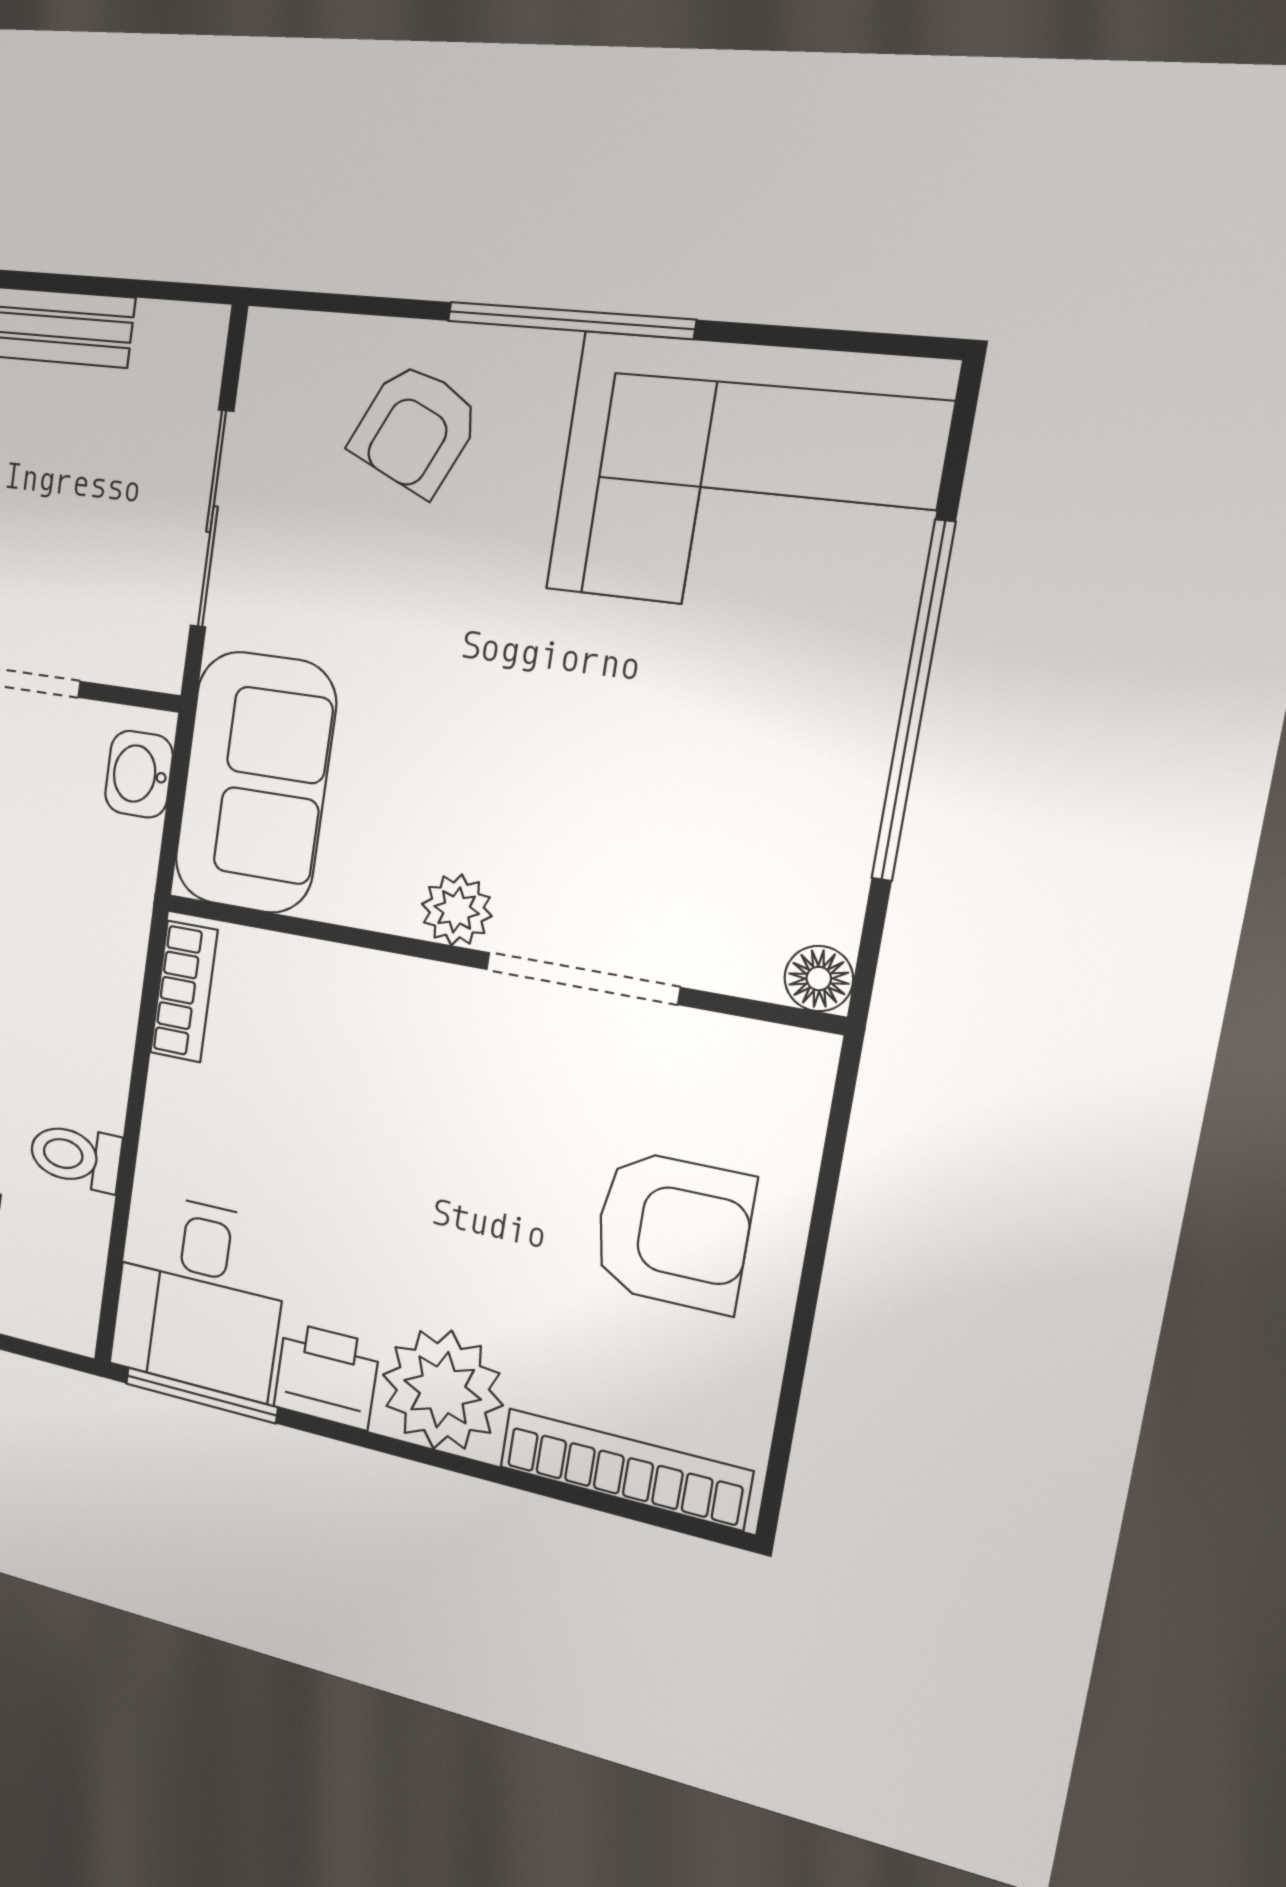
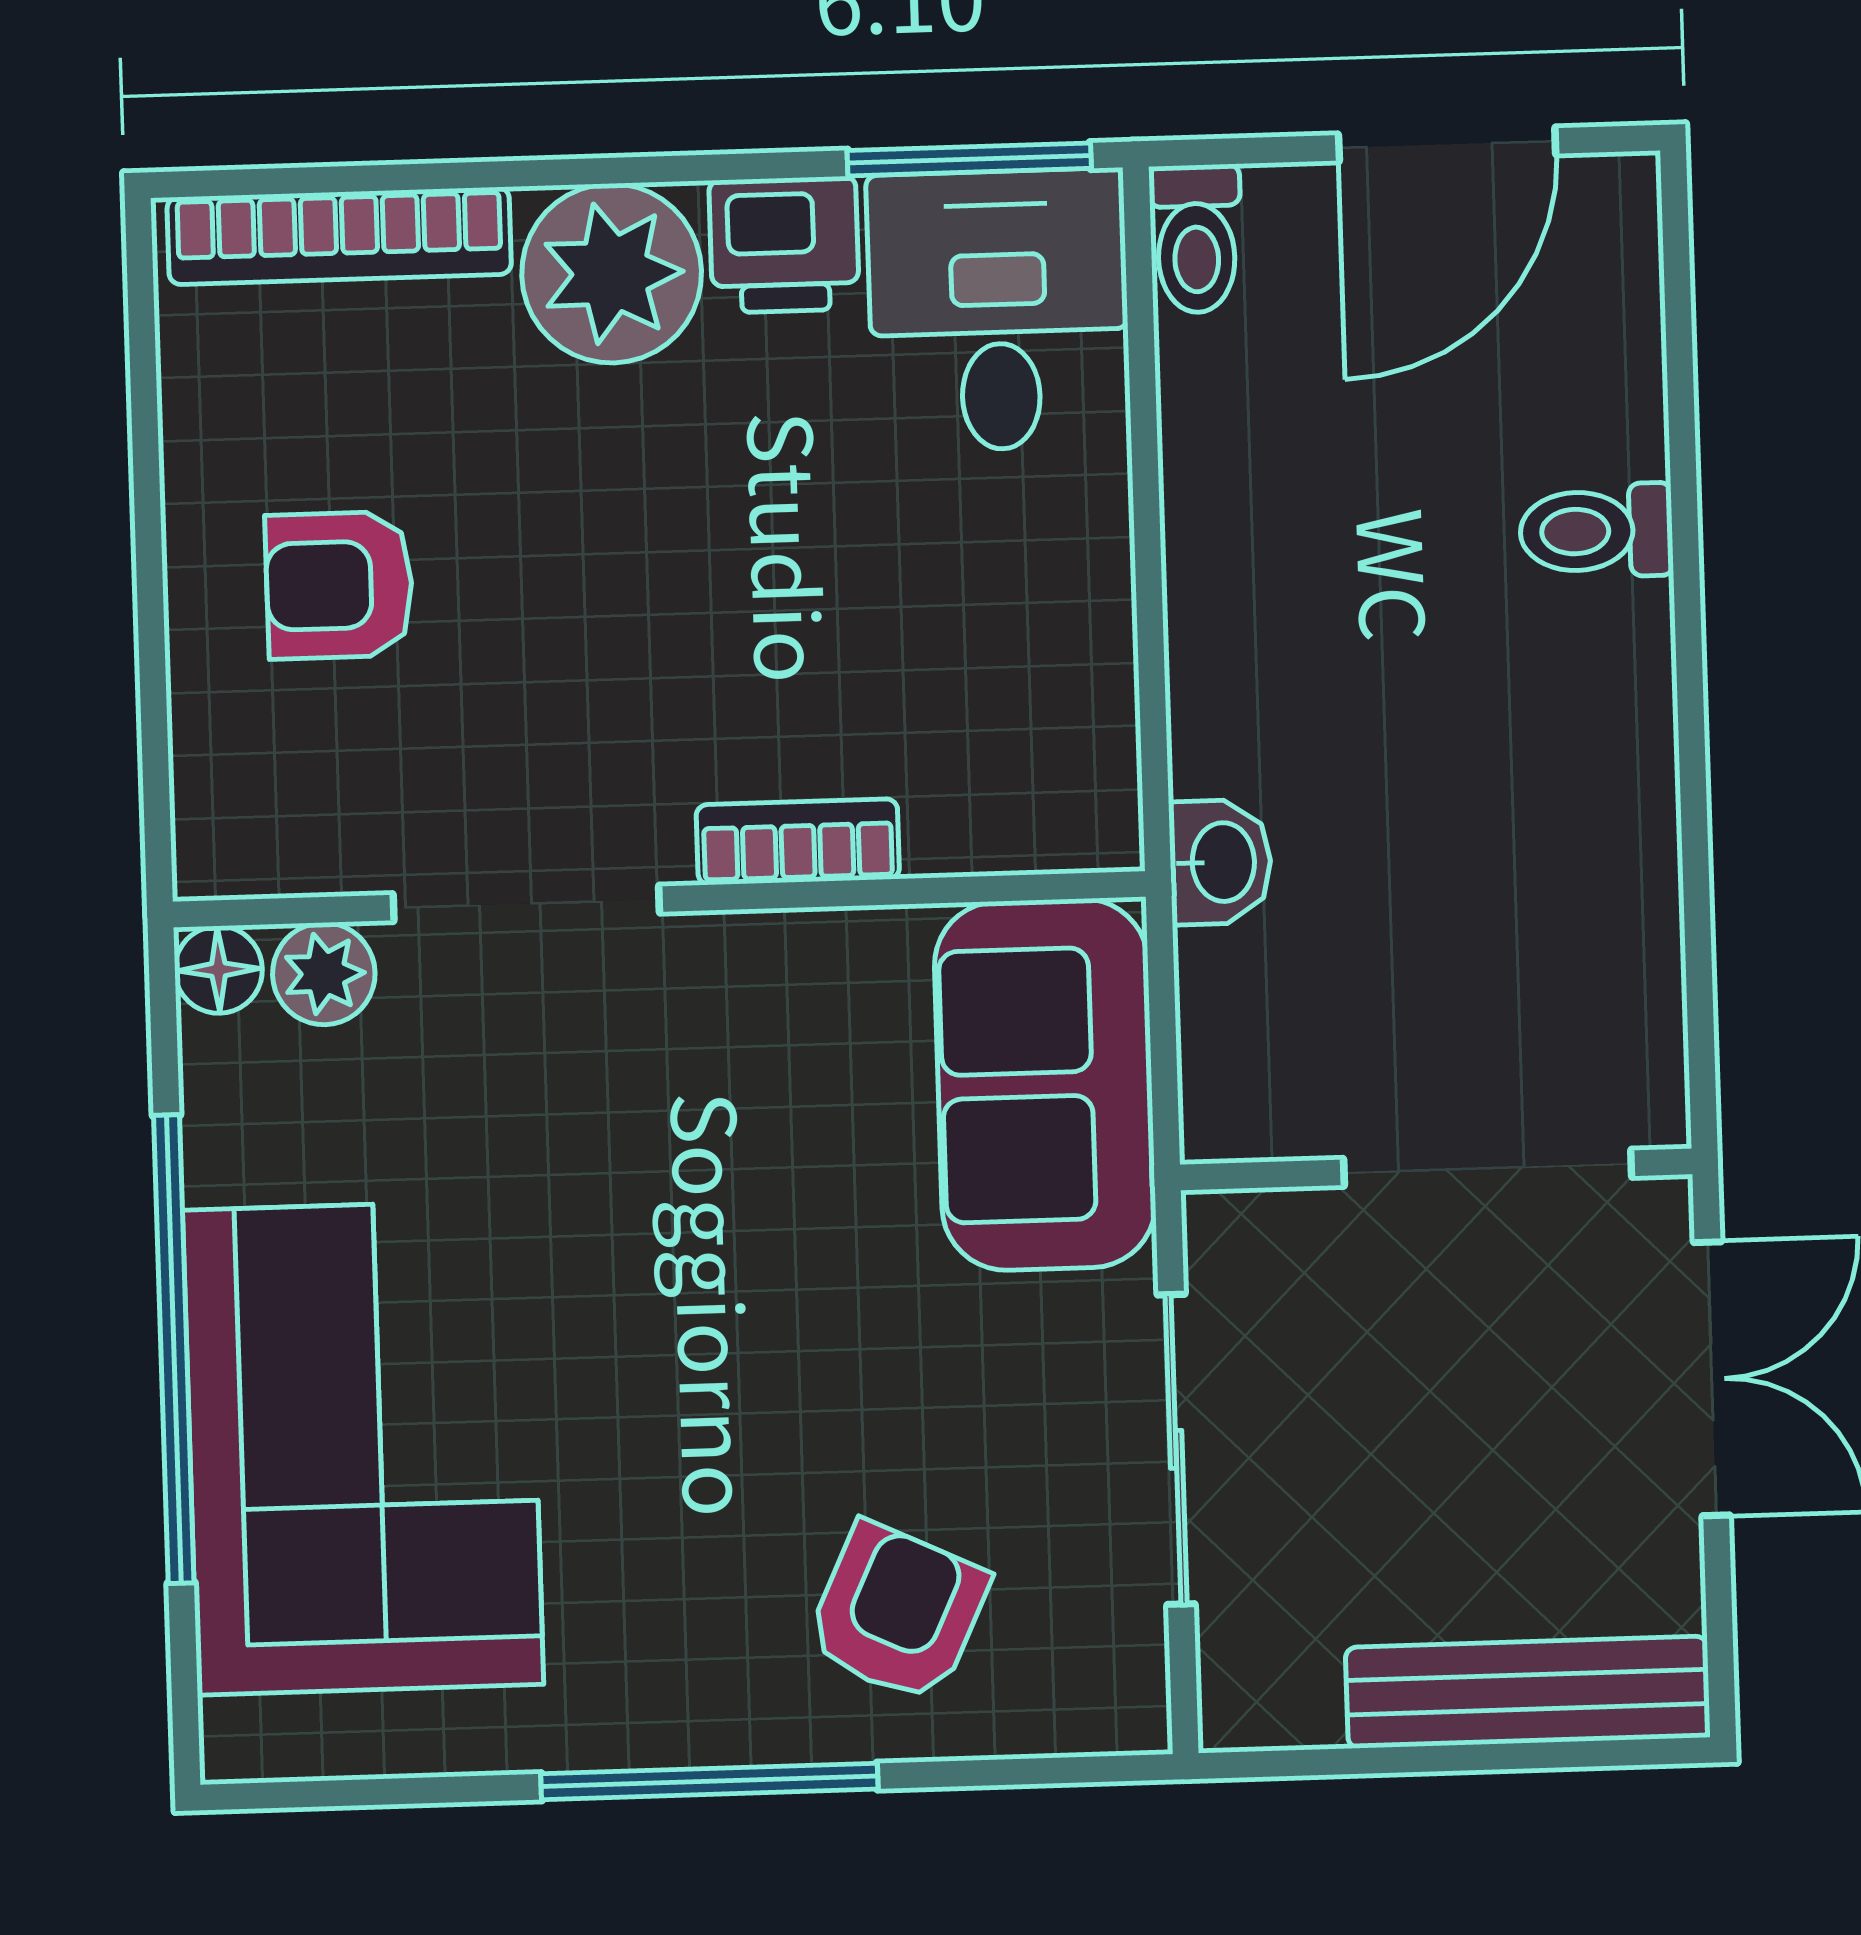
corner sofa: (747, 478) -> (363, 1447), moved, turned 90
washbasin: (139, 774) -> (1220, 862), moved
plant: (457, 910) -> (324, 974), moved
bookcase: (184, 991) -> (798, 842), moved, turned 90
toilet: (75, 1156) -> (1196, 239), moved, turned 90
armchair: (673, 1231) -> (339, 585), width x0.72, depth x0.72

